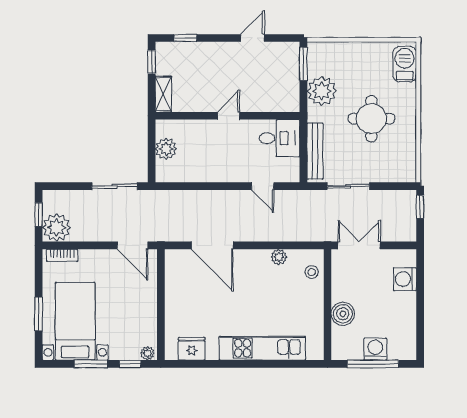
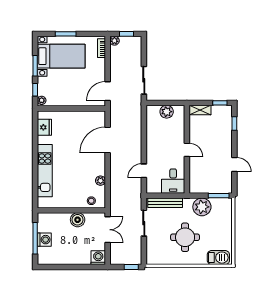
plant: (56, 228) -> (114, 41), width x0.53, depth x0.53
washing machine: (405, 279) -> (98, 258), moved
boiler: (343, 314) -> (78, 220), moved

